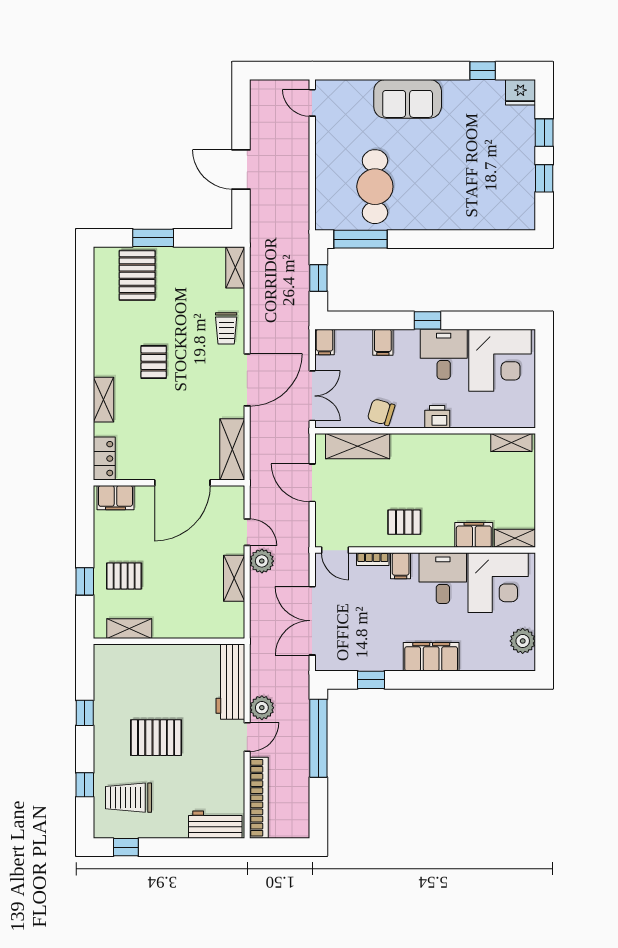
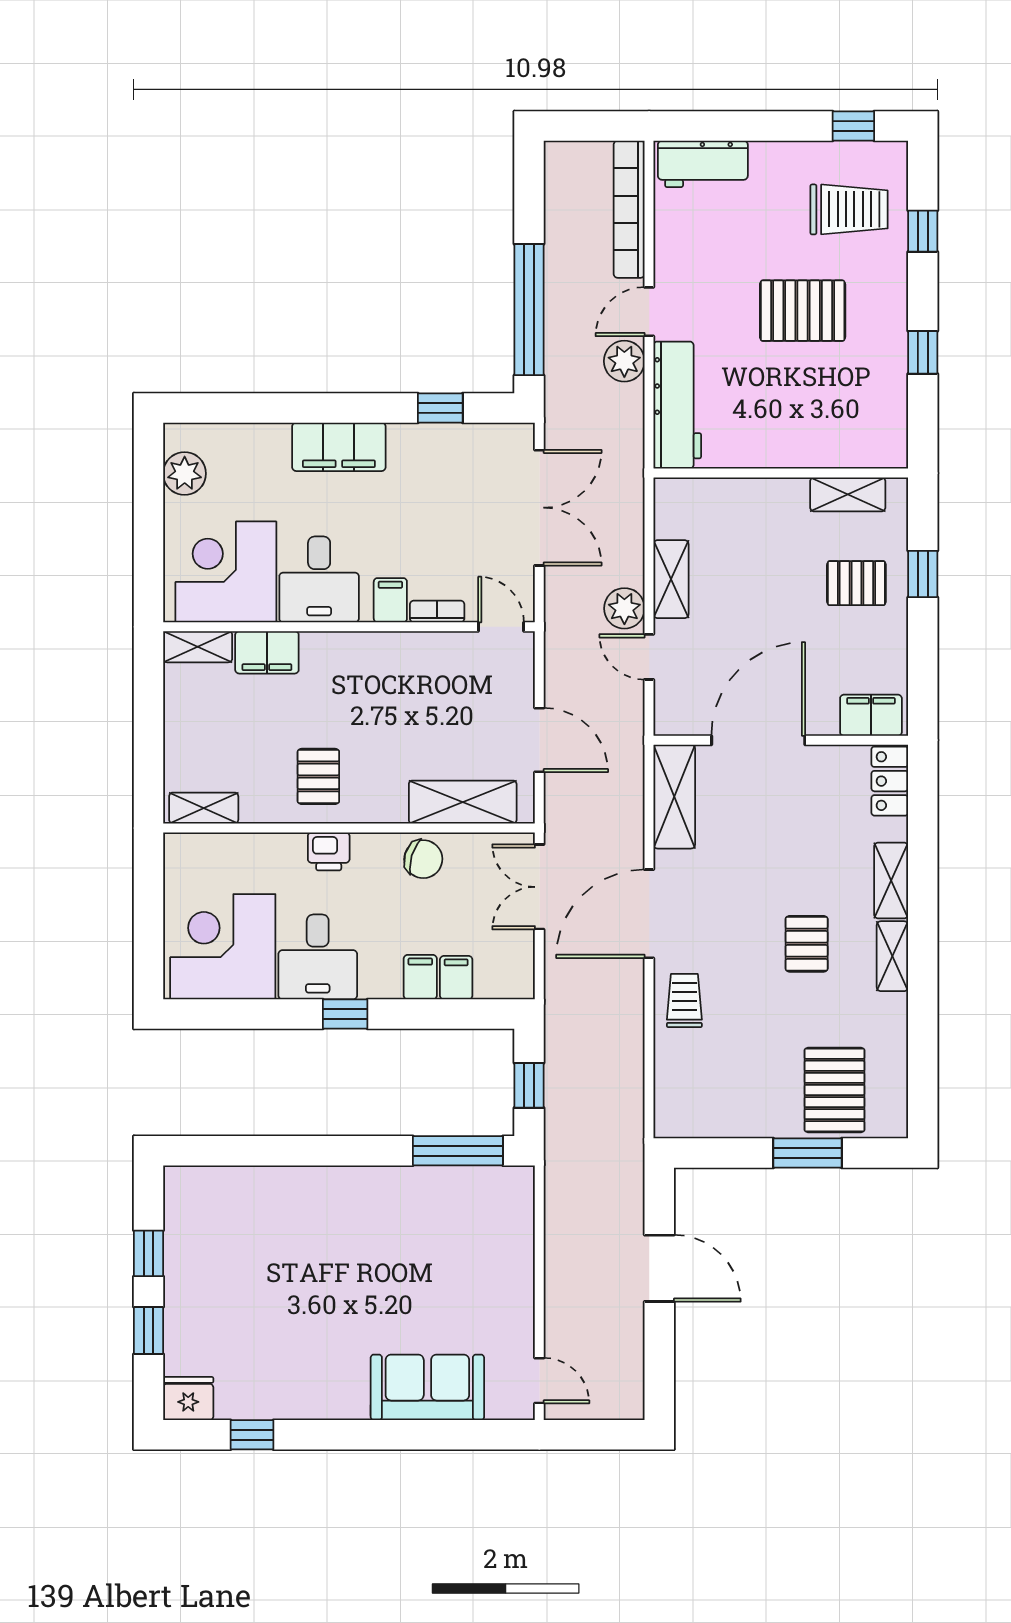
sofa: (408, 99) -> (427, 1387), moved
cafe table: (375, 187) -> (434, 1239), removed
shelving: (235, 267) -> (892, 956), moved
filing cabinet: (325, 342) -> (456, 978), moved
pallet: (404, 522) -> (318, 776), moved, turned 90

